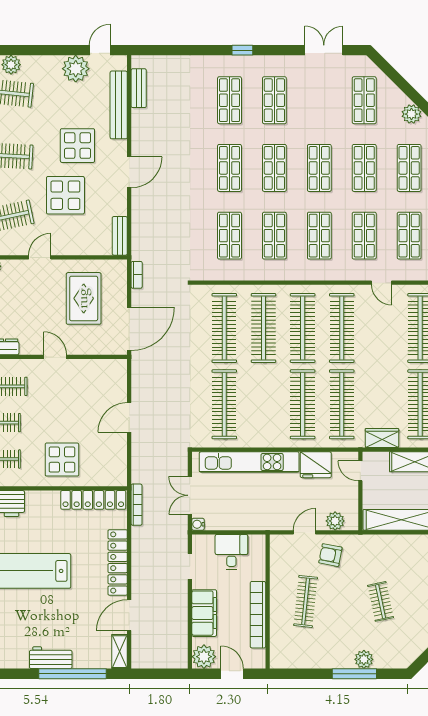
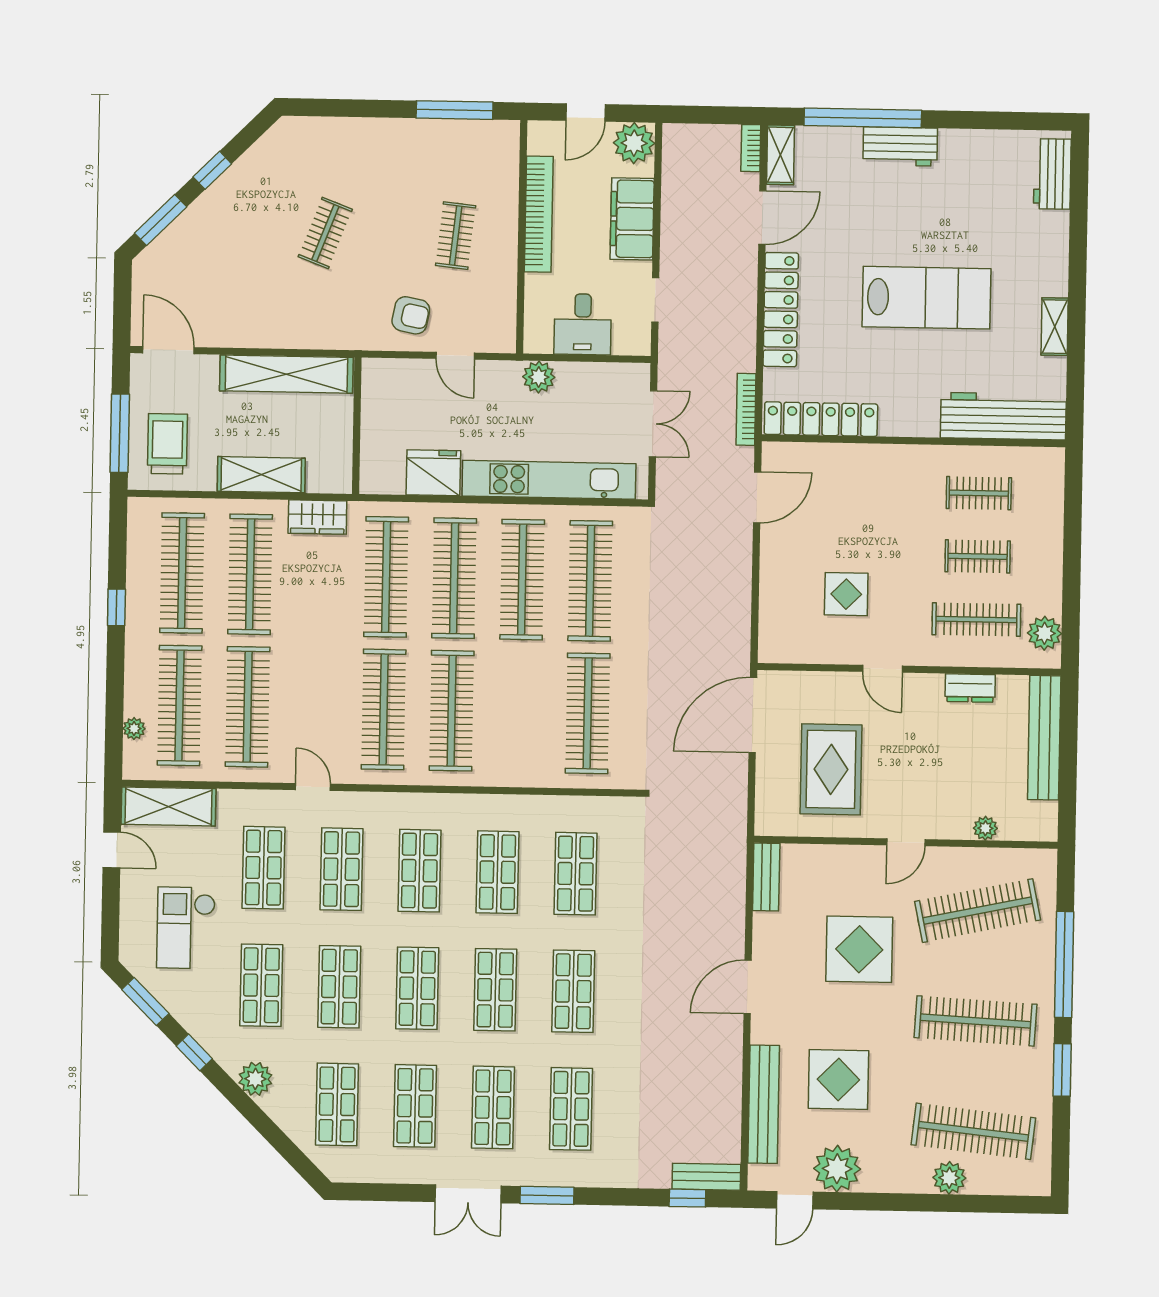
window: (162, 50) -> (687, 1198), added
window: (242, 50) -> (547, 1195), width x1.50
double door: (324, 50) -> (468, 1194), moved
bench: (139, 88) -> (706, 1177), moved, turned 90
shop shelf: (319, 100) -> (415, 1106), added
display table: (77, 146) -> (838, 1079), moved
bookcase: (137, 275) -> (751, 148), moved
clothes rail: (263, 328) -> (522, 580), moved
door: (129, 417) -> (757, 497), moved
display table: (62, 460) -> (846, 594), moved, width x0.73, depth x0.73
door: (360, 471) -> (356, 461), removed
plant: (335, 521) -> (539, 377), moved
water cooler: (198, 524) -> (640, 373), removed
door: (304, 532) -> (455, 356), hinge flipped
clothes rail: (306, 601) -> (456, 236), width x0.73
clothes rail: (381, 601) -> (325, 233), turned 33
plant: (364, 659) -> (356, 133), removed
door: (232, 674) -> (586, 113), hinge flipped
window: (354, 674) -> (455, 110), moved

